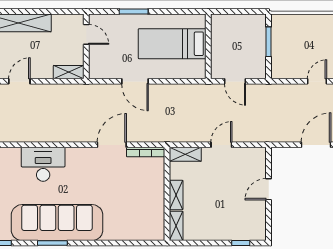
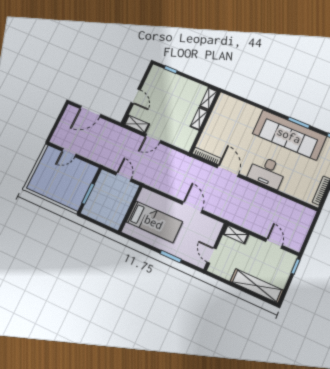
door: (19, 81) -> (274, 243), swing flipped
door: (112, 145) -> (228, 171), swing flipped
shelving: (185, 154) -> (137, 124), moved
desk: (43, 164) -> (267, 172), moved
door: (269, 189) -> (136, 96), hinge flipped

